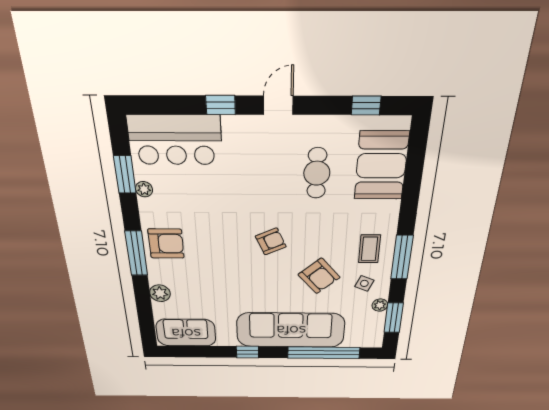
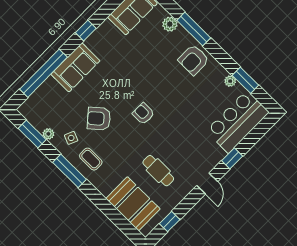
armchair: (271, 241) -> (143, 114), turned 114
window: (136, 253) -> (194, 29), moved
sofa: (291, 330) -> (75, 67), width x0.54, depth x0.79

